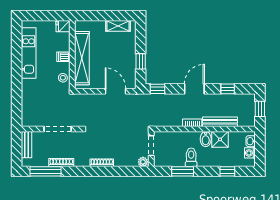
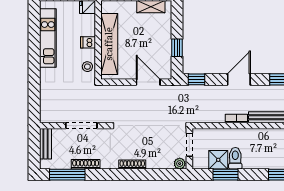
bidet: (206, 139) -> (252, 137), removed
shower: (220, 139) -> (218, 160), moved

